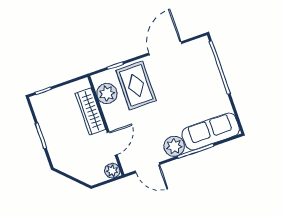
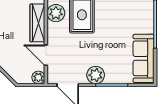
sofa: (211, 132) -> (144, 58), moved, turned -90
door: (112, 143) -> (46, 55), swing flipped

